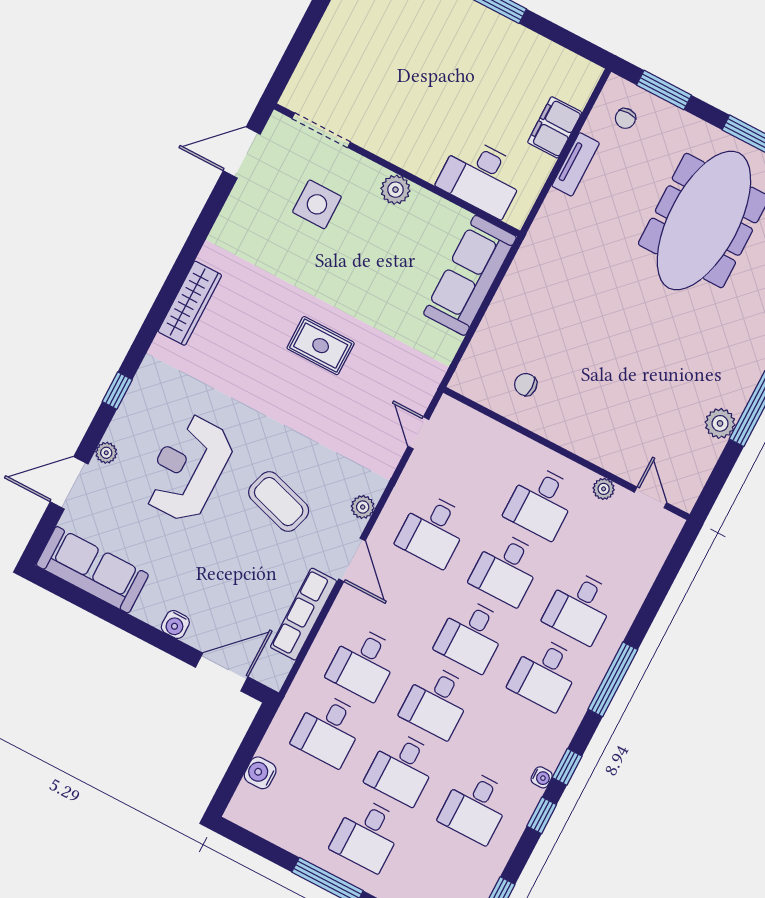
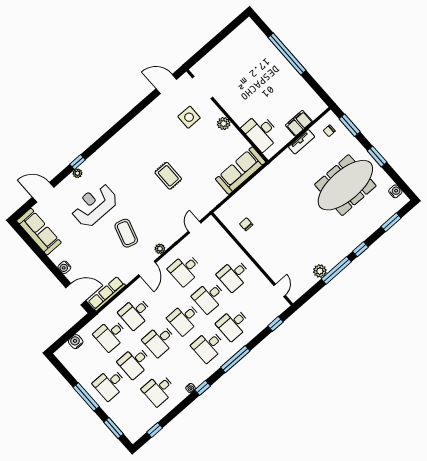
wardrobe: (190, 303) -> (121, 138), removed
plant: (106, 453) -> (77, 173), moved
plant: (604, 489) -> (262, 279), removed
row of seats: (303, 614) -> (107, 294), moved
window: (542, 815) -> (275, 324), moved

